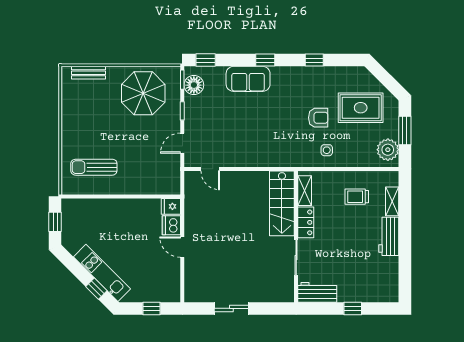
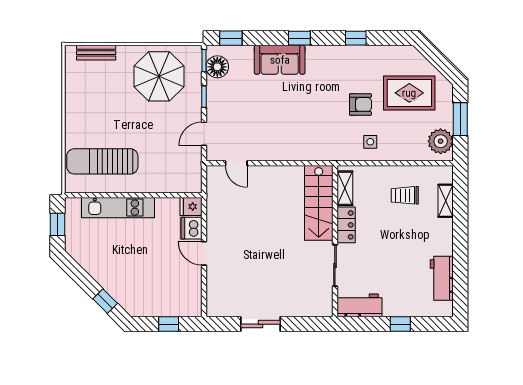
sun lounger: (94, 167) -> (102, 161), width x1.36, depth x1.34
workbench: (389, 236) -> (442, 278), moved
kitchen unit: (102, 273) -> (118, 208), moved, turned 135

